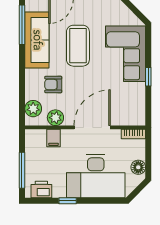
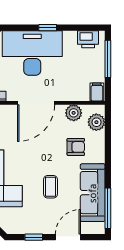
coffee table: (78, 46) -> (50, 187), width x0.54, depth x0.58
filing cabinet: (54, 138) -> (97, 92), moved
window: (68, 201) -> (48, 28), moved

